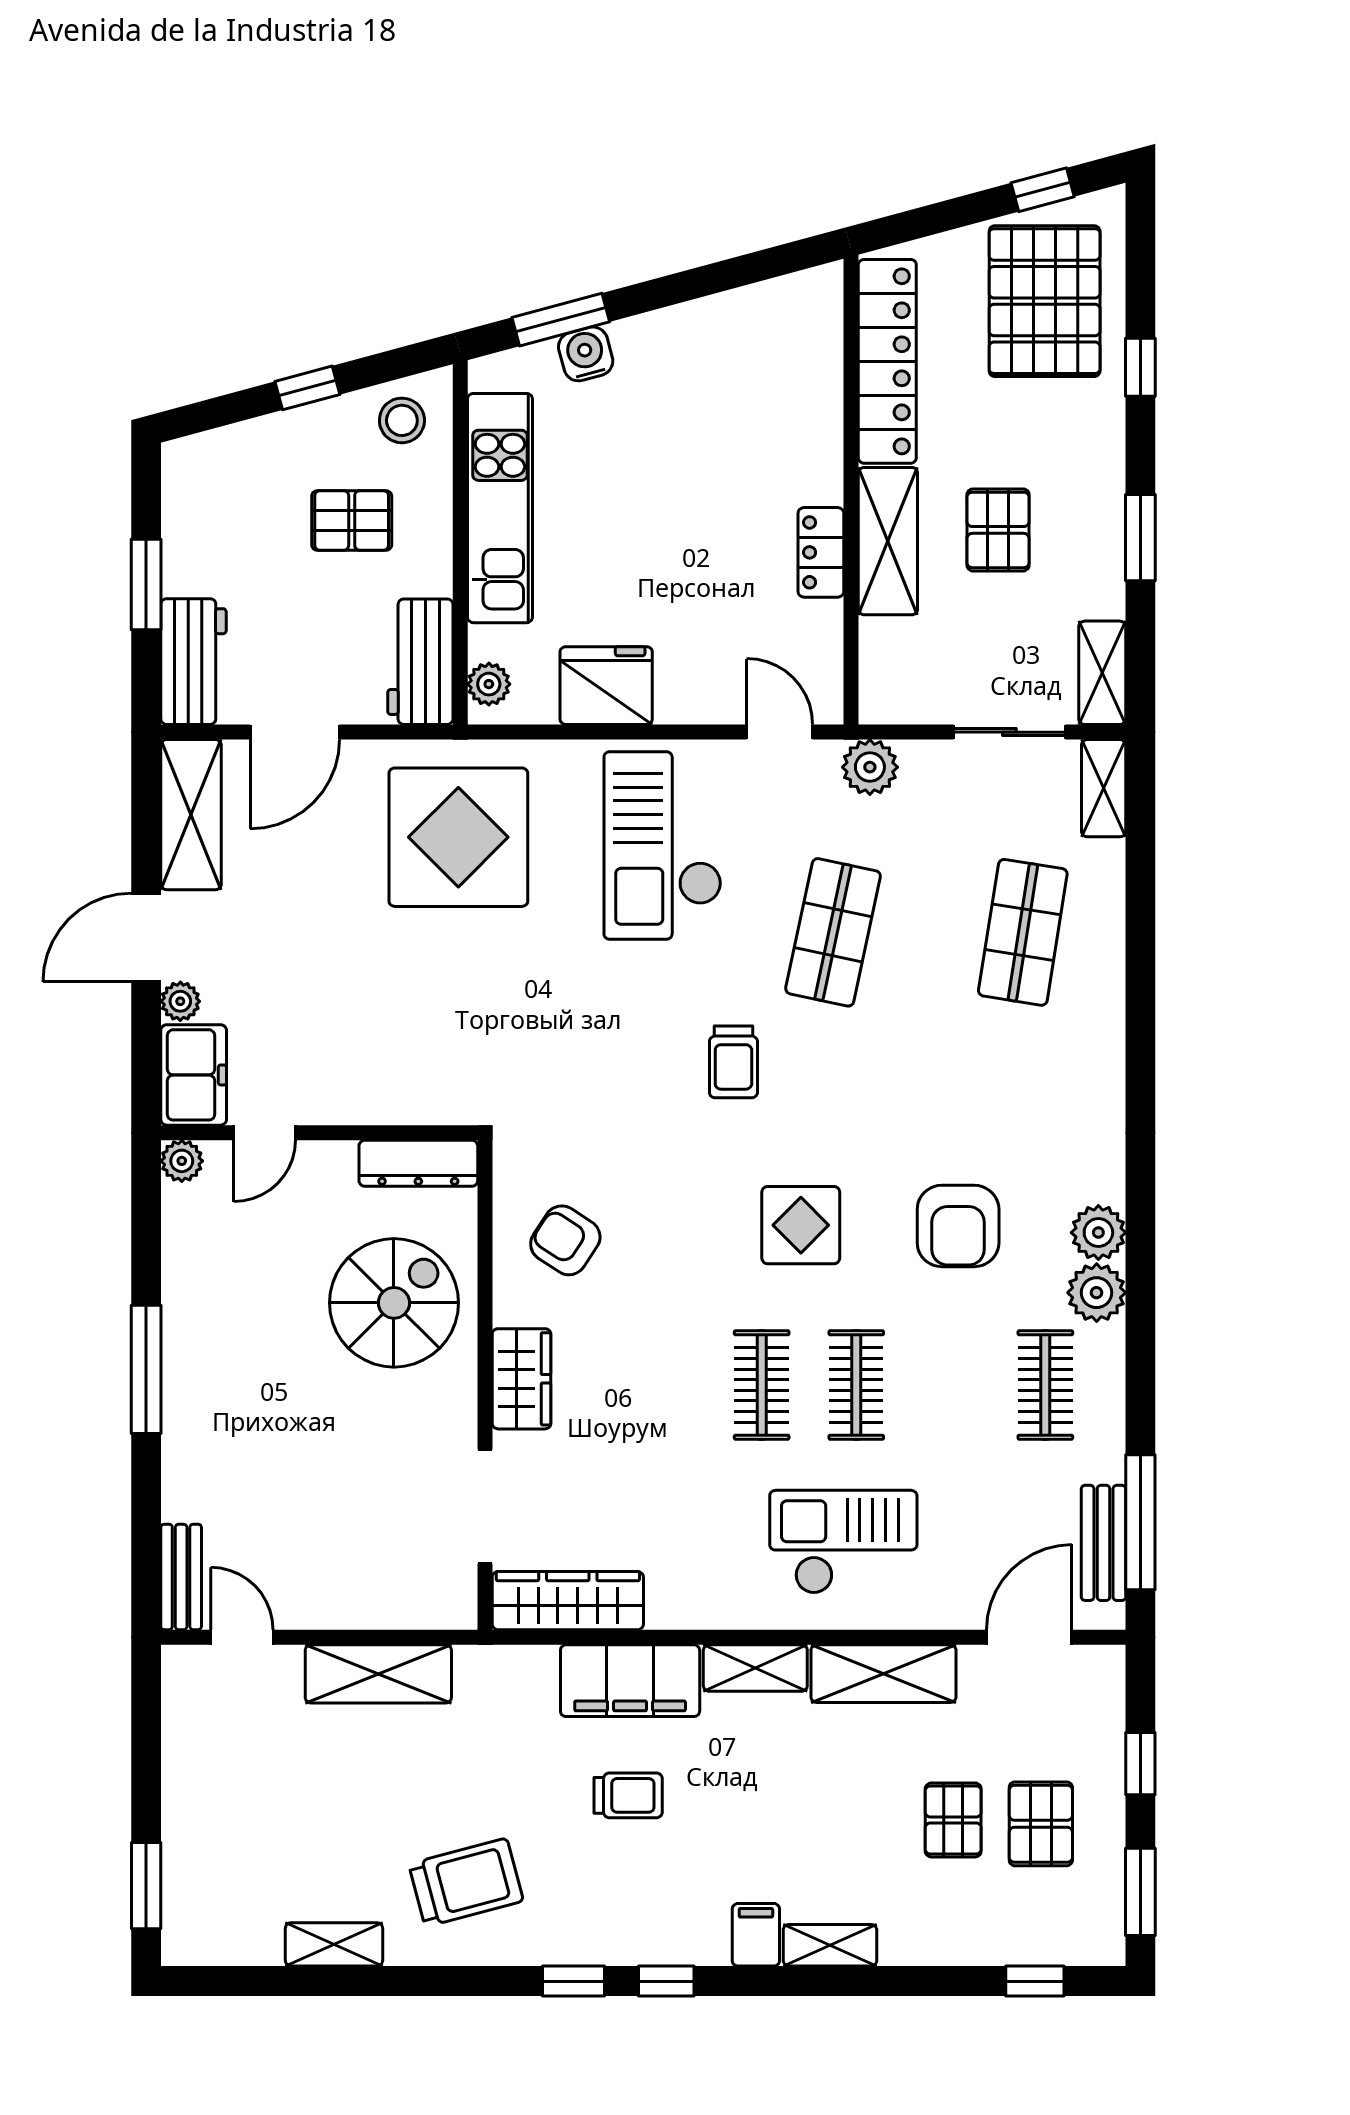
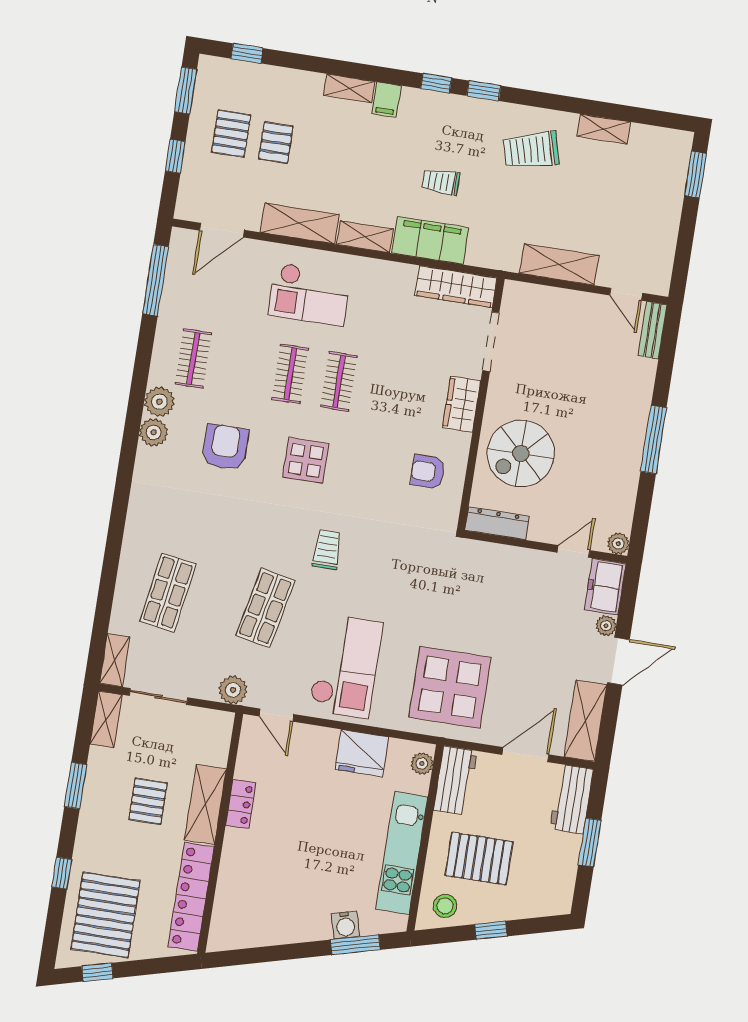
pallet: (352, 520) -> (479, 859), width x1.50, depth x1.42
armchair: (565, 1240) -> (428, 472), turned 147
bench: (1103, 1543) -> (176, 273), removed

